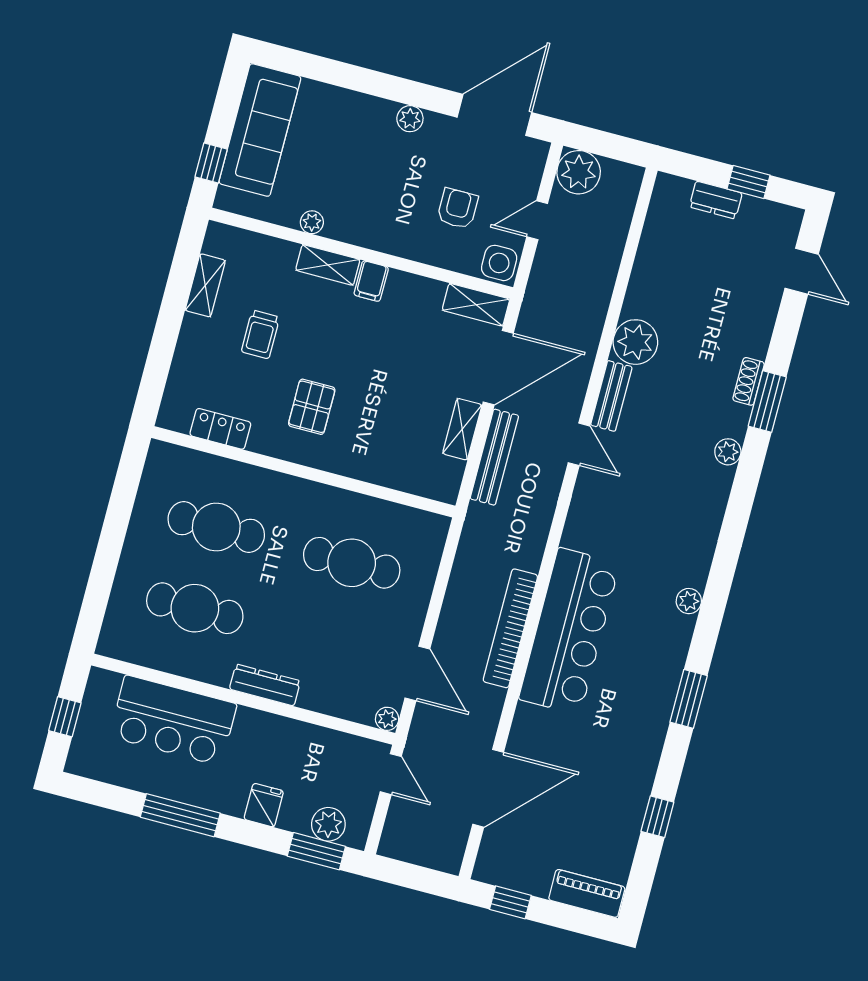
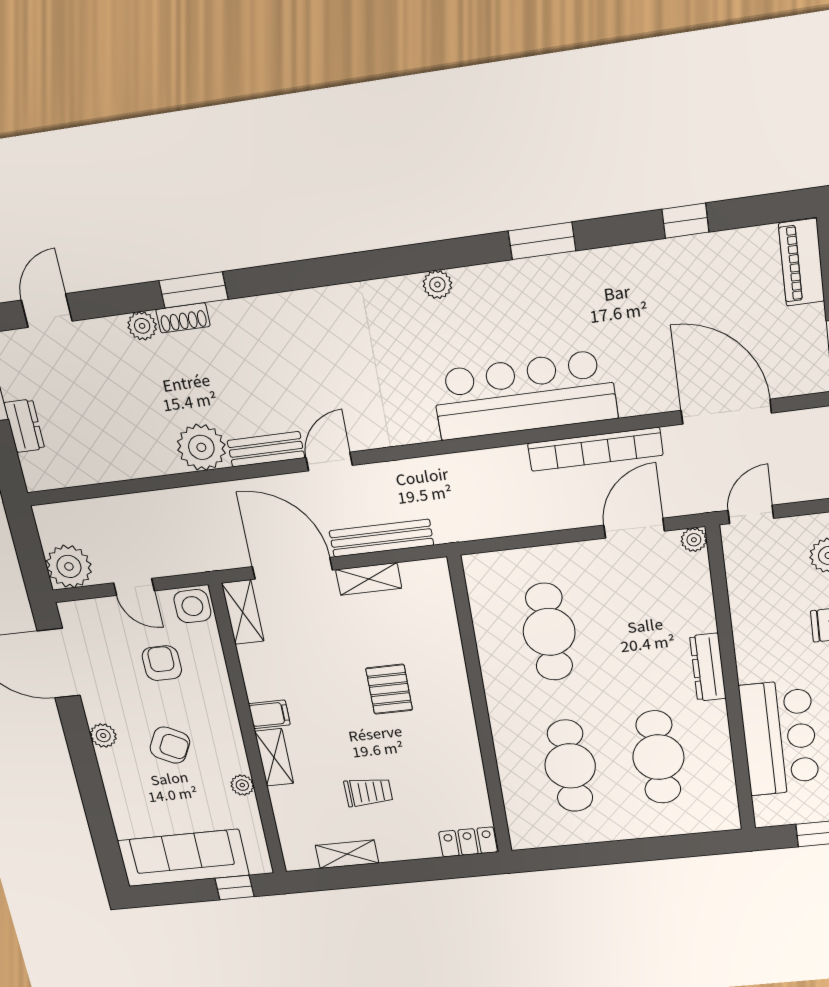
armchair: (377, 175) -> (170, 745), added
armchair: (457, 208) -> (162, 663), turned 90
pallet: (312, 407) -> (389, 689), moved, turned 90
locker: (220, 429) -> (468, 842), moved, turned 90
plant: (728, 452) -> (142, 326), moved
bookcase: (510, 628) -> (595, 449), moved

